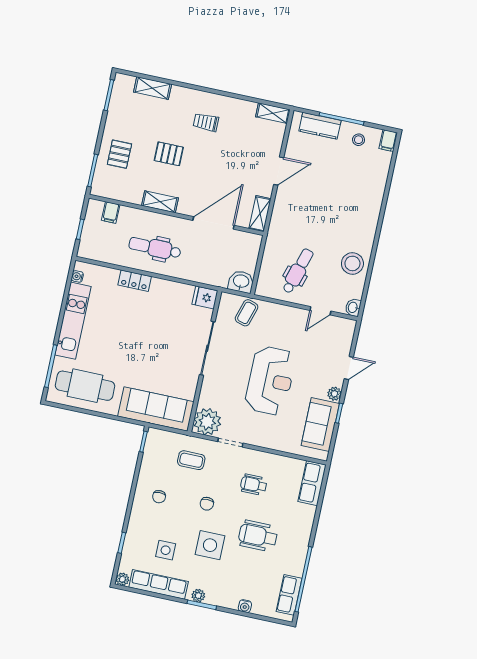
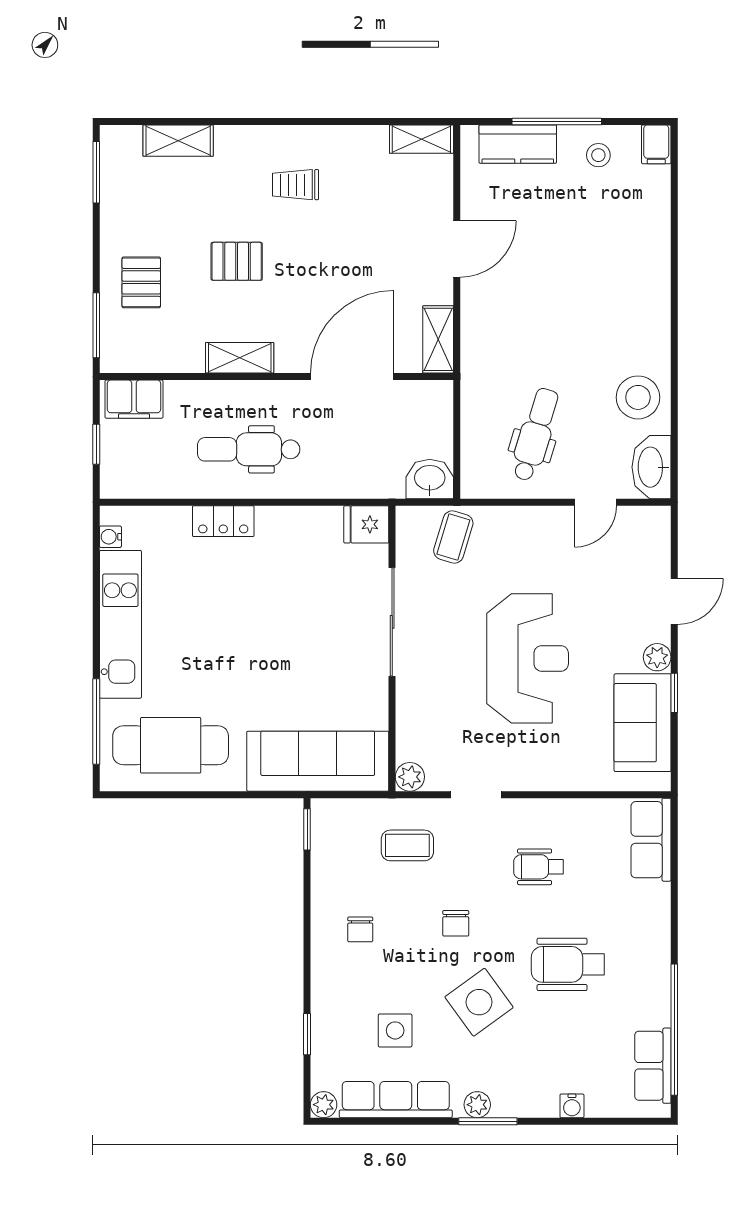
filing cabinet: (111, 213) -> (134, 399), width x2.00
washbasin: (353, 307) -> (651, 467), width x1.91, depth x1.45
plant: (207, 422) -> (410, 777), width x0.53, depth x0.53
side table: (210, 545) -> (479, 1002), turned -36

